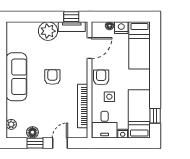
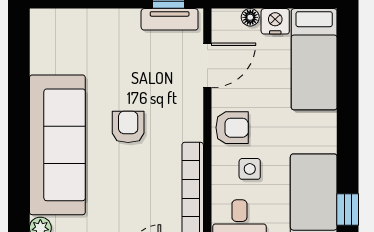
plant: (48, 31) -> (119, 29), removed
sofa: (16, 77) -> (57, 145), width x1.36, depth x1.27
armchair: (101, 77) -> (232, 128), turned 90

